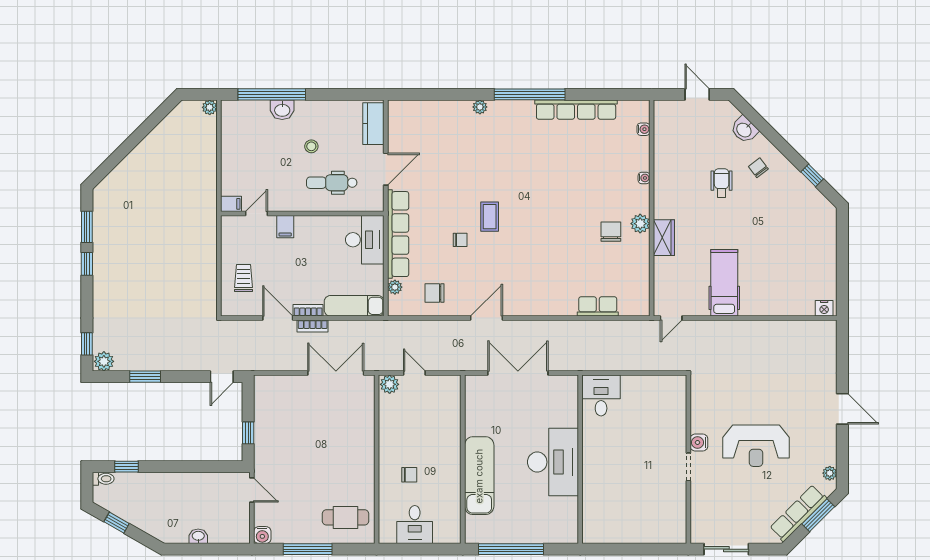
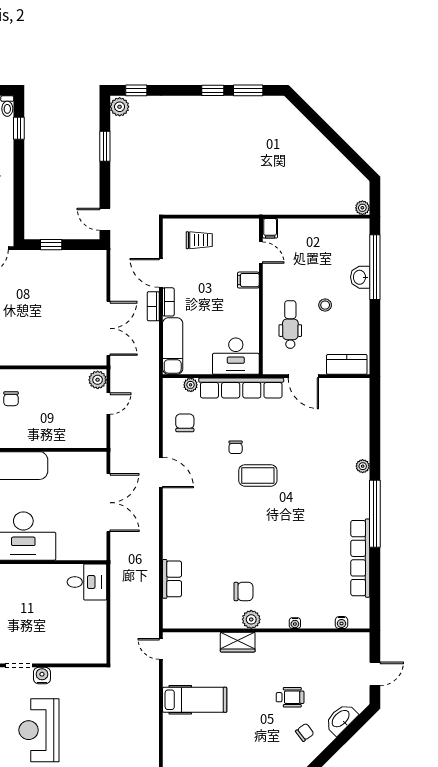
washbasin: (744, 130) -> (341, 719), width x1.38
coffee table: (490, 217) -> (258, 475), width x1.36, depth x1.30
door: (278, 318) -> (161, 273), swing flipped

